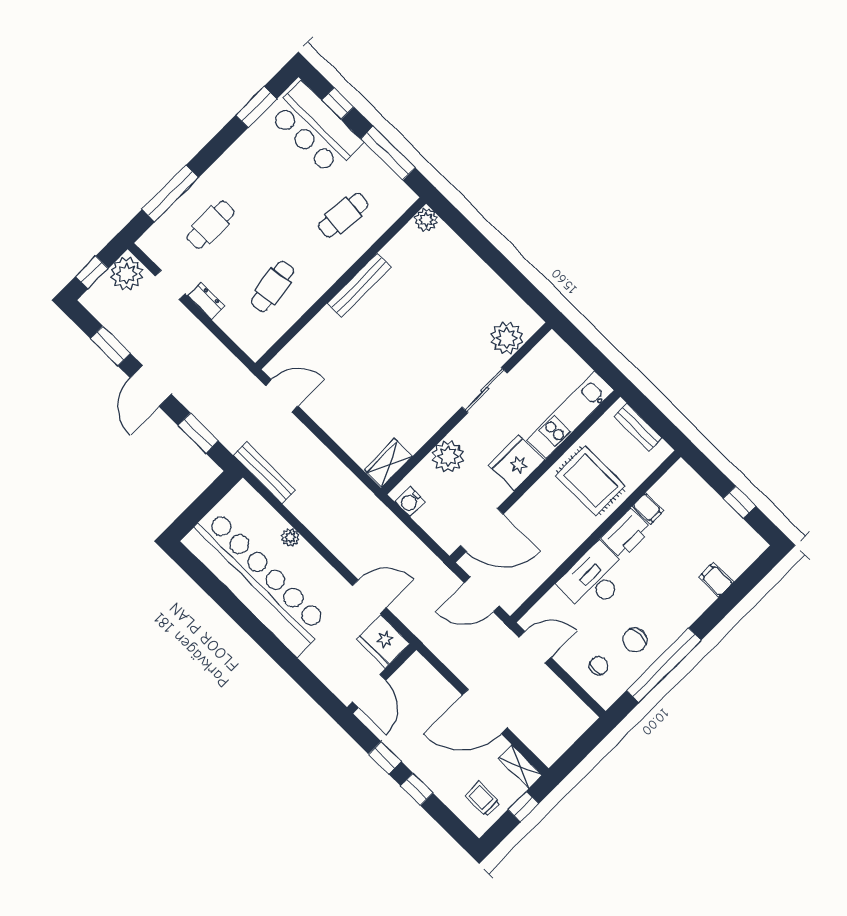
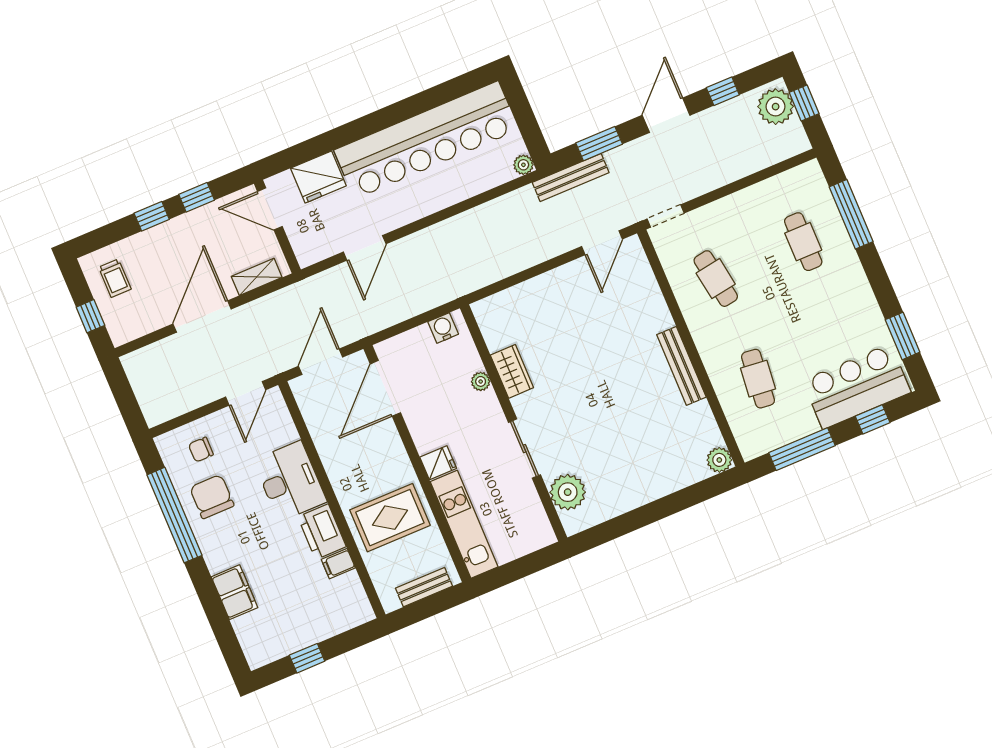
plant: (127, 274) -> (776, 107), moved
doorway: (170, 285) -> (666, 216), moved
dresser: (206, 301) -> (728, 206), removed
window: (110, 346) -> (723, 91), width x0.67
door: (151, 386) -> (666, 115), hinge flipped
plant: (448, 456) -> (481, 381), width x0.53, depth x0.53
wardrobe: (388, 463) -> (512, 371), moved
fridge: (516, 463) -> (438, 463), width x0.53, depth x0.75
bench: (264, 473) -> (571, 178), moved
plant: (290, 537) -> (523, 165), moved
filing cabinet: (716, 580) -> (235, 592), width x2.00
chair: (635, 640) -> (212, 497), width x1.37, depth x1.37
fridge: (383, 641) -> (318, 177), moved, turned 180
chair: (599, 666) -> (201, 450), turned 90
shelving: (520, 767) -> (257, 277), moved
trolley: (482, 799) -> (115, 278), turned 90

